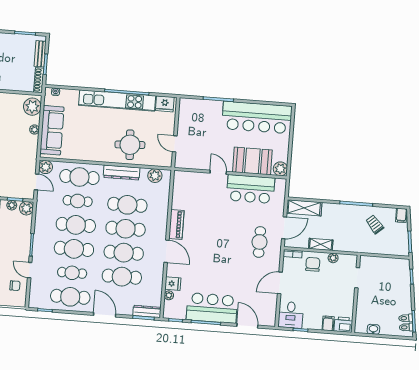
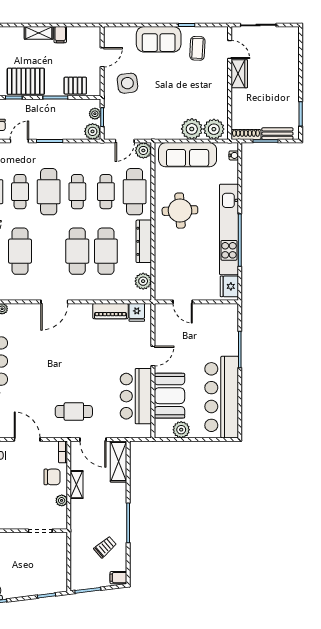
plant: (35, 130) -> (192, 129), width x1.88, depth x1.88
door: (175, 144) -> (183, 302), swing flipped
round table: (130, 145) -> (180, 211), moved
plant: (280, 169) -> (181, 430), moved
cafe table: (76, 225) -> (77, 192), width x0.73, depth x0.74
piano: (176, 225) -> (110, 311), moved
cafe table: (124, 253) -> (49, 251), removed
fridge: (173, 284) -> (137, 312), moved

